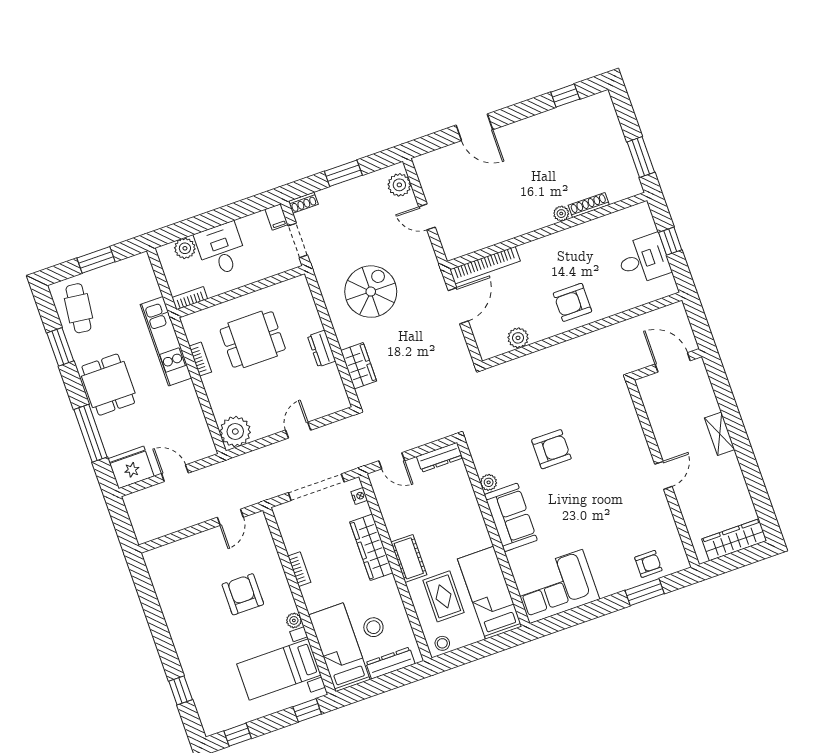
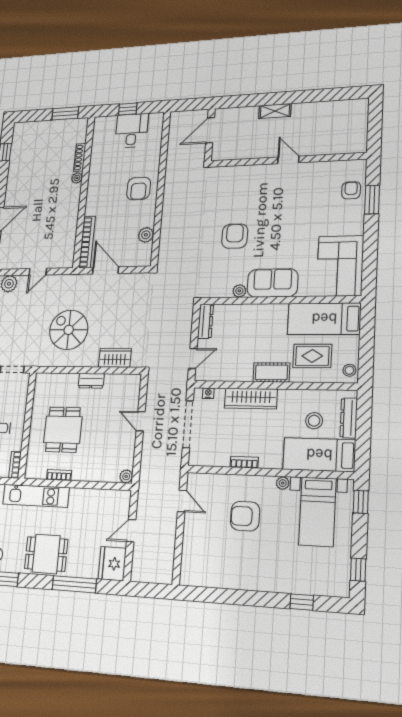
plant: (235, 432) -> (126, 476), width x0.53, depth x0.53
wardrobe: (734, 540) -> (359, 122), removed

